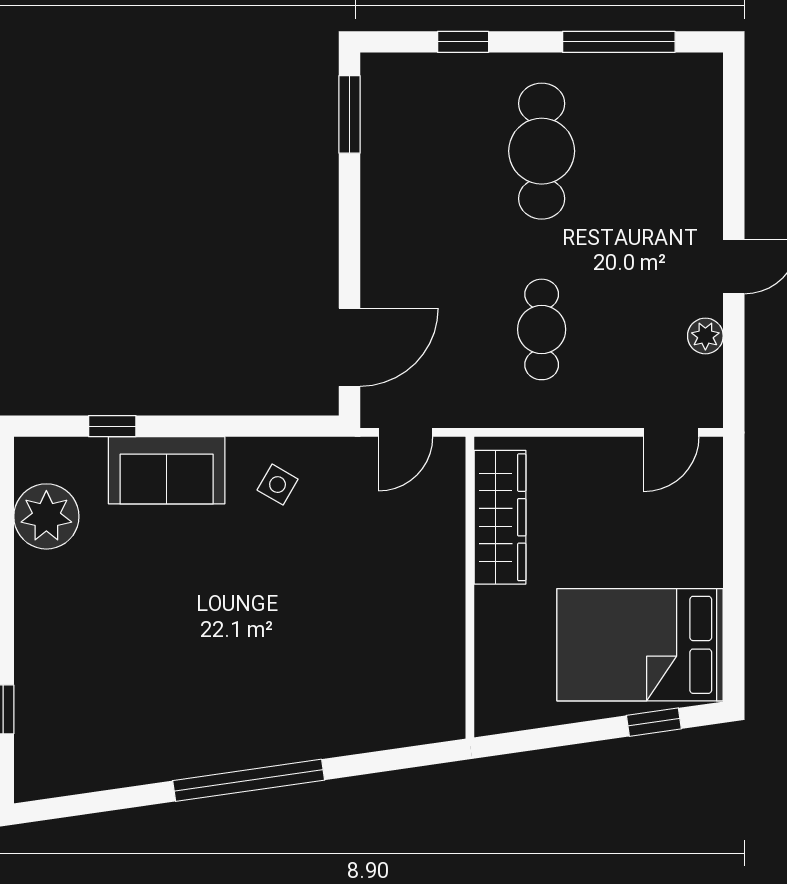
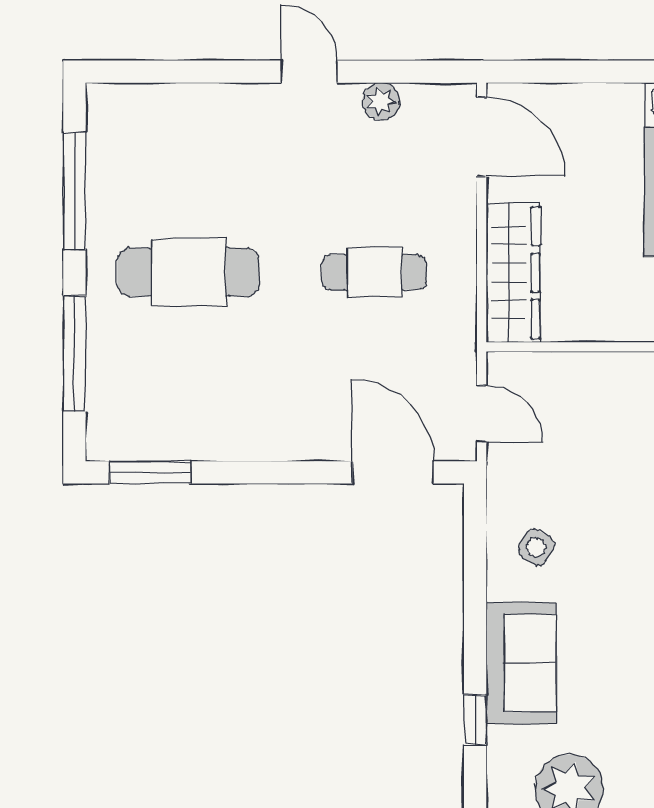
window: (463, 42) -> (74, 354), width x2.17
door: (671, 432) -> (482, 137), width x1.38
wardrobe: (500, 517) -> (513, 273), moved, turned 90

